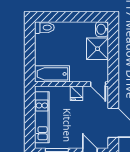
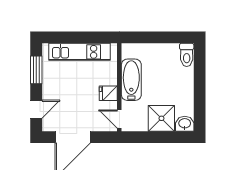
bathtub: (52, 74) -> (131, 80), moved
door: (98, 84) -> (119, 119), hinge flipped

